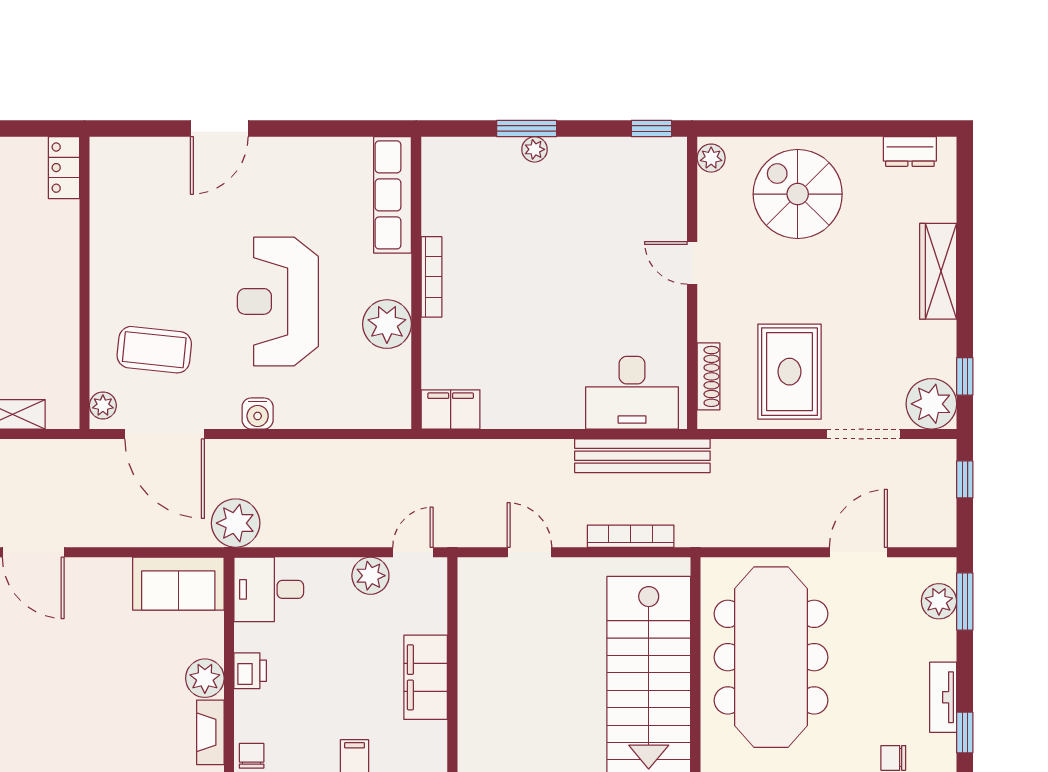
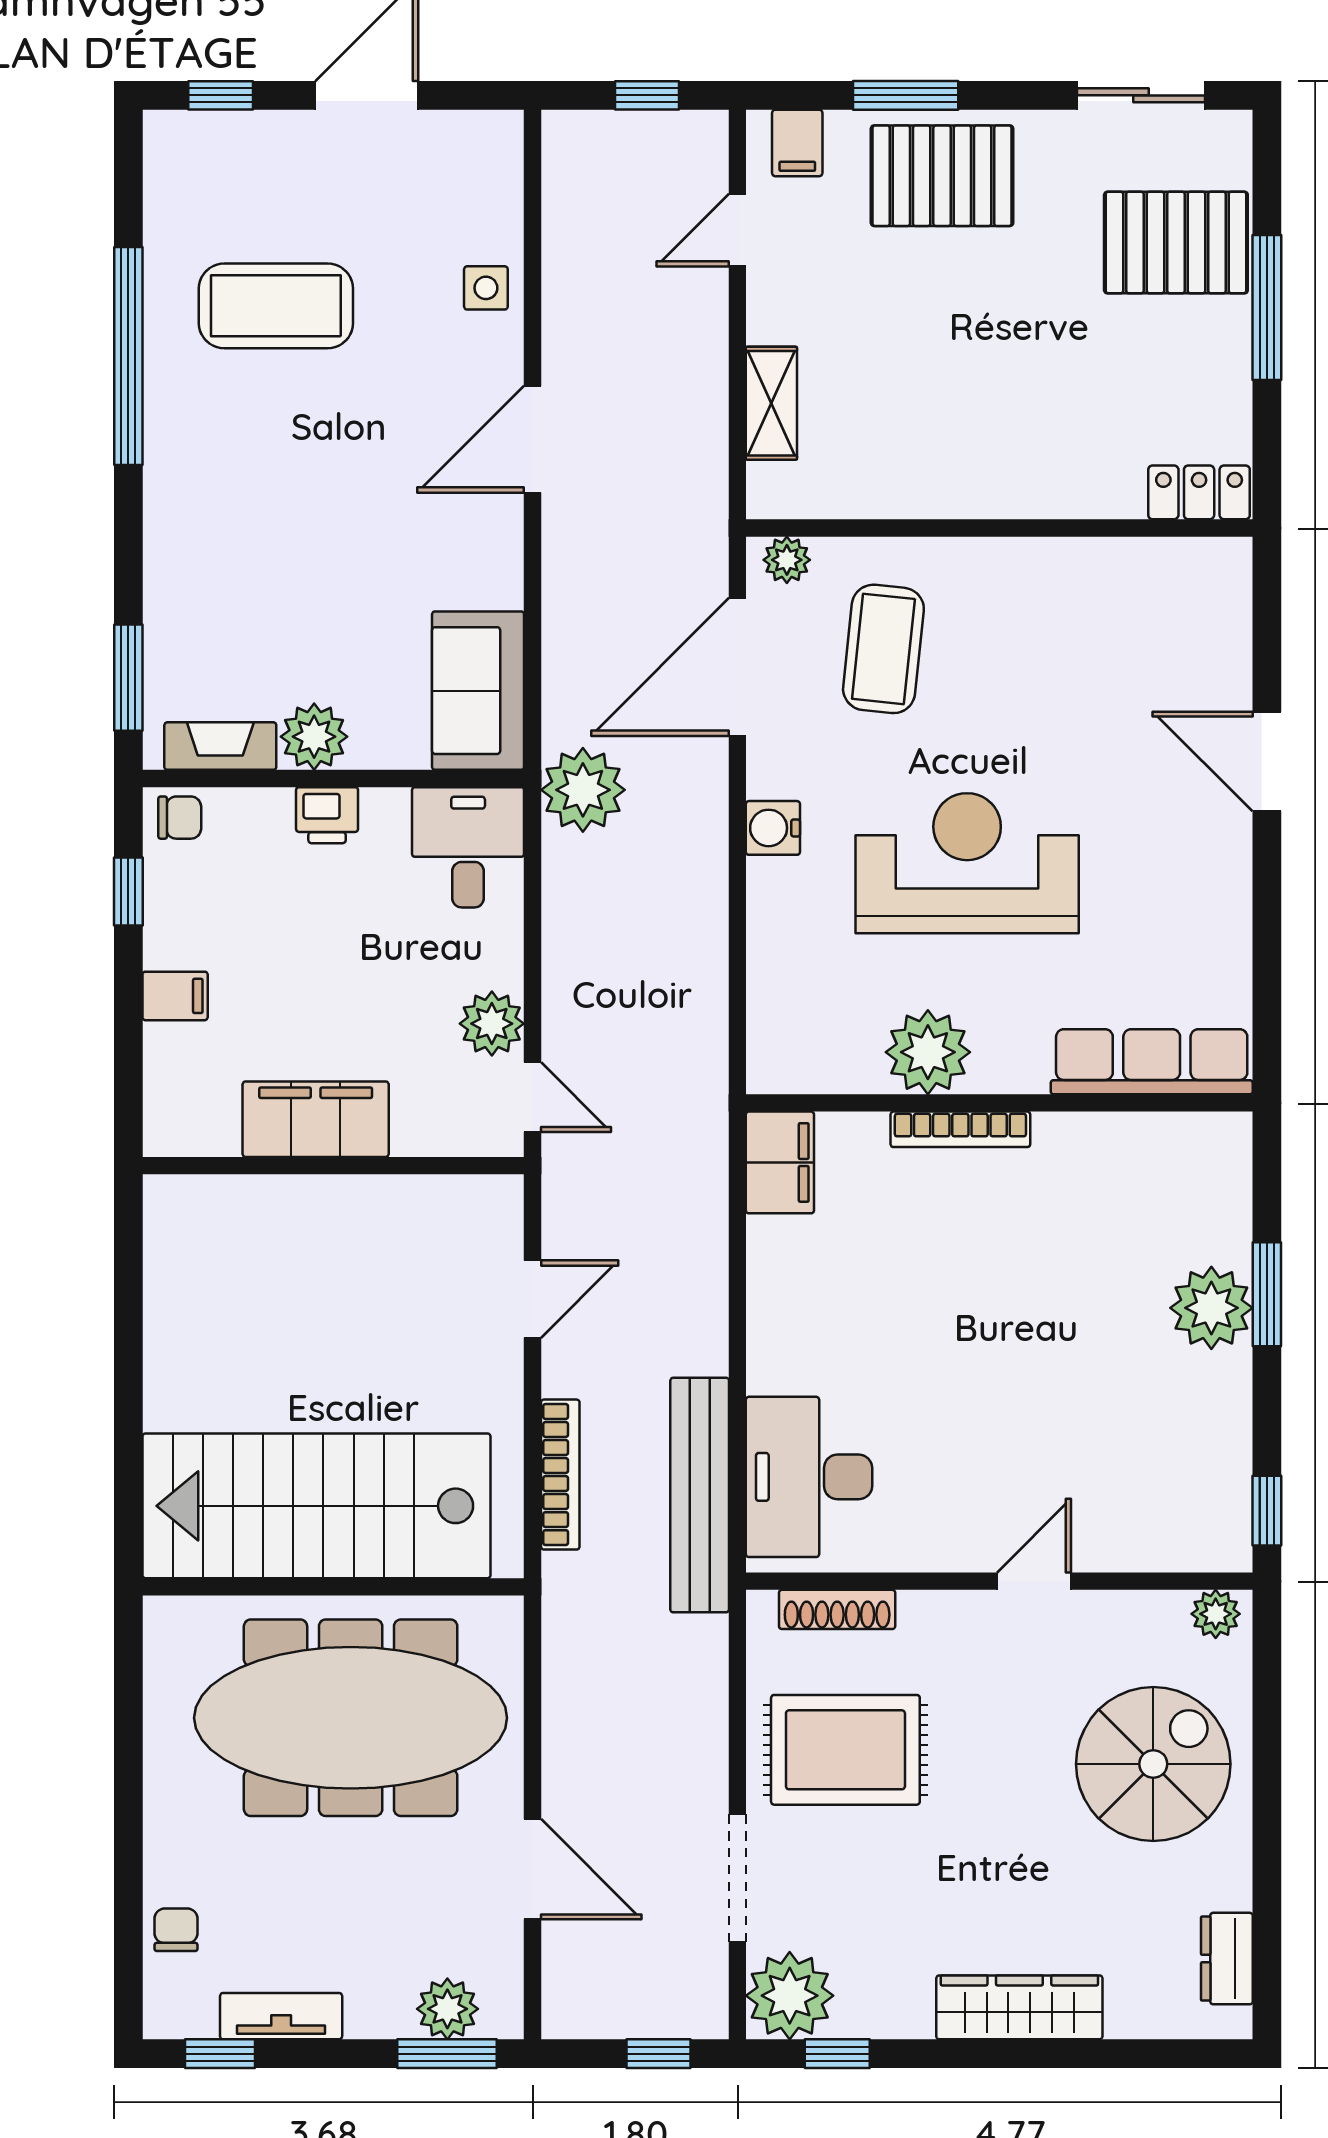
plant: (535, 149) -> (1211, 1308), width x1.88, depth x1.88
bookcase: (431, 277) -> (960, 1129), moved

